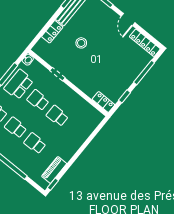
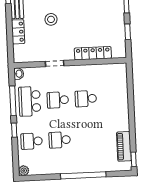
locker: (103, 102) -> (93, 53), moved, width x1.53
school desk: (35, 143) -> (88, 139), removed

